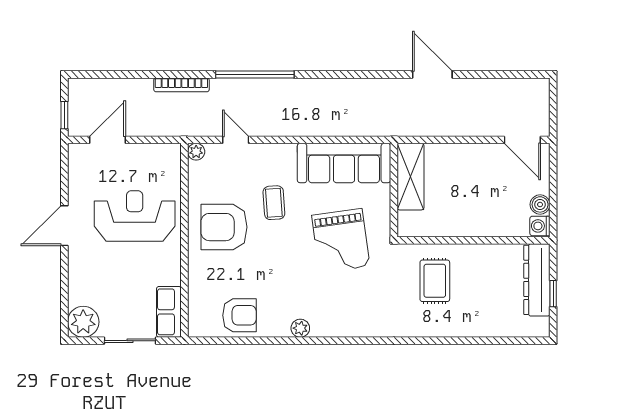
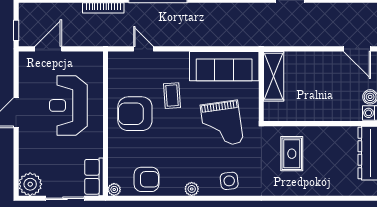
plant: (196, 152) -> (114, 190), moved
reception desk: (135, 216) -> (68, 105), turned -90
side table: (351, 317) -> (229, 181), added

